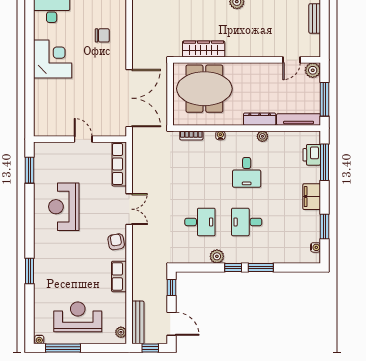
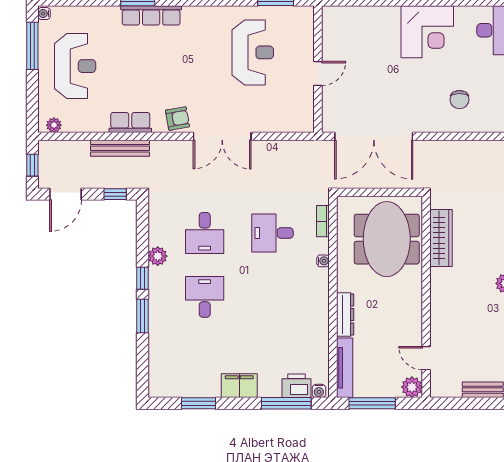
plant: (262, 136) -> (322, 318), removed
row of seats: (119, 164) -> (151, 15), moved, turned 180
desk: (247, 172) -> (272, 233), moved
reception desk: (64, 207) -> (253, 52), moved, turned 90
double door: (129, 209) -> (222, 136), width x1.37
water cooler: (316, 247) -> (319, 391), moved
bench: (138, 322) -> (120, 148), moved

